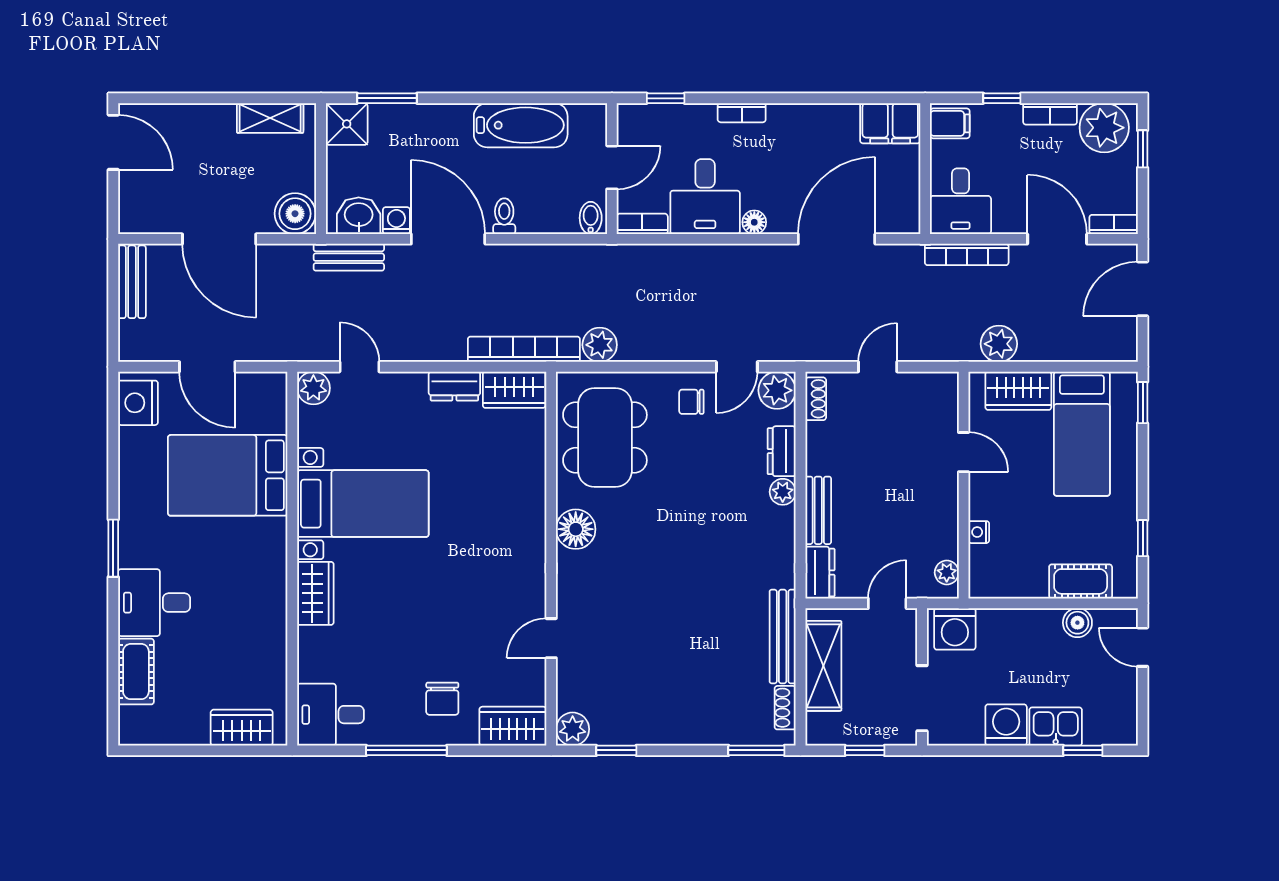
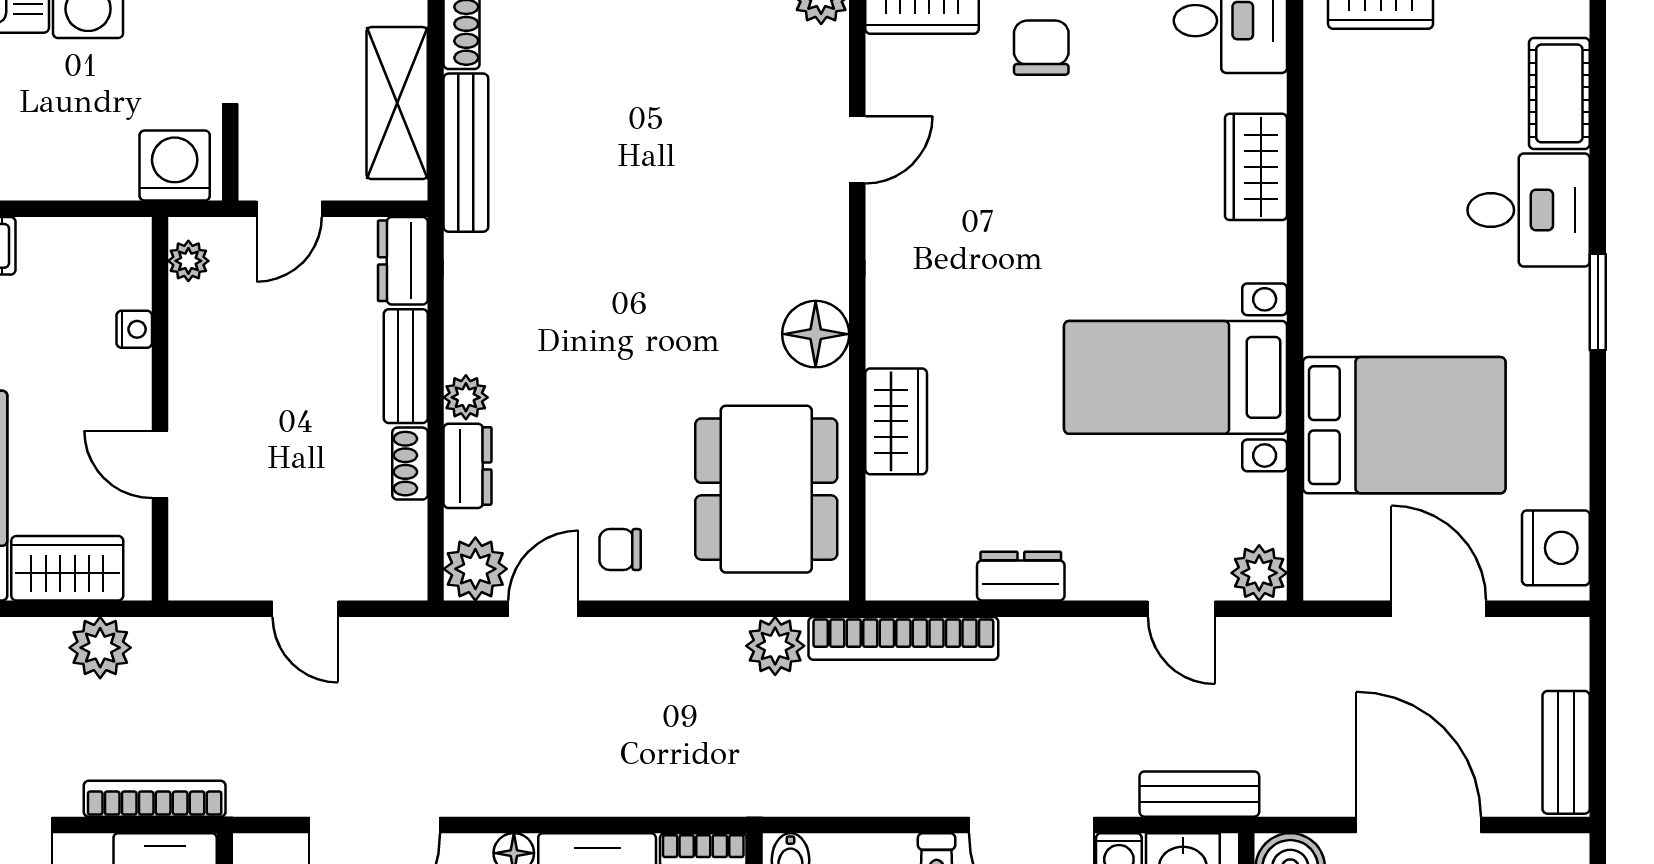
door: (878, 367) -> (305, 609), hinge flipped
wardrobe: (514, 390) -> (896, 421), moved, turned 90
shoe rack: (816, 399) -> (410, 464), moved
chair: (691, 402) -> (620, 549), turned 180
wardrobe: (315, 593) -> (1256, 167), moved

